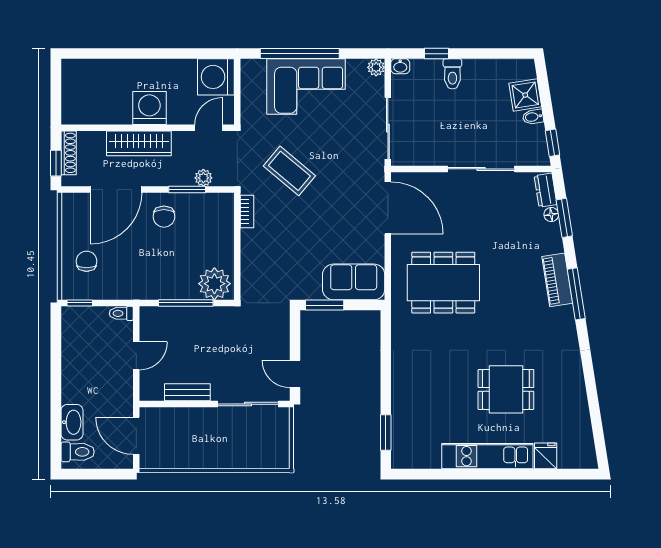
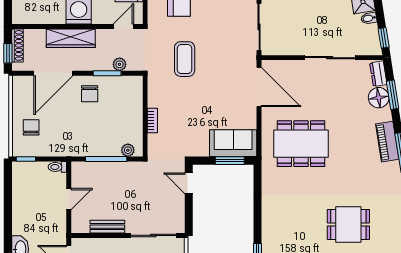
coffee table: (289, 171) -> (185, 59), turned 50
bookcase: (247, 212) -> (152, 121), moved
floor lamp: (551, 214) -> (379, 98), width x1.89, depth x1.89
plant: (214, 284) -> (128, 150), width x0.53, depth x0.53
window: (325, 305) -> (230, 161), moved
door: (295, 374) -> (189, 183), moved

